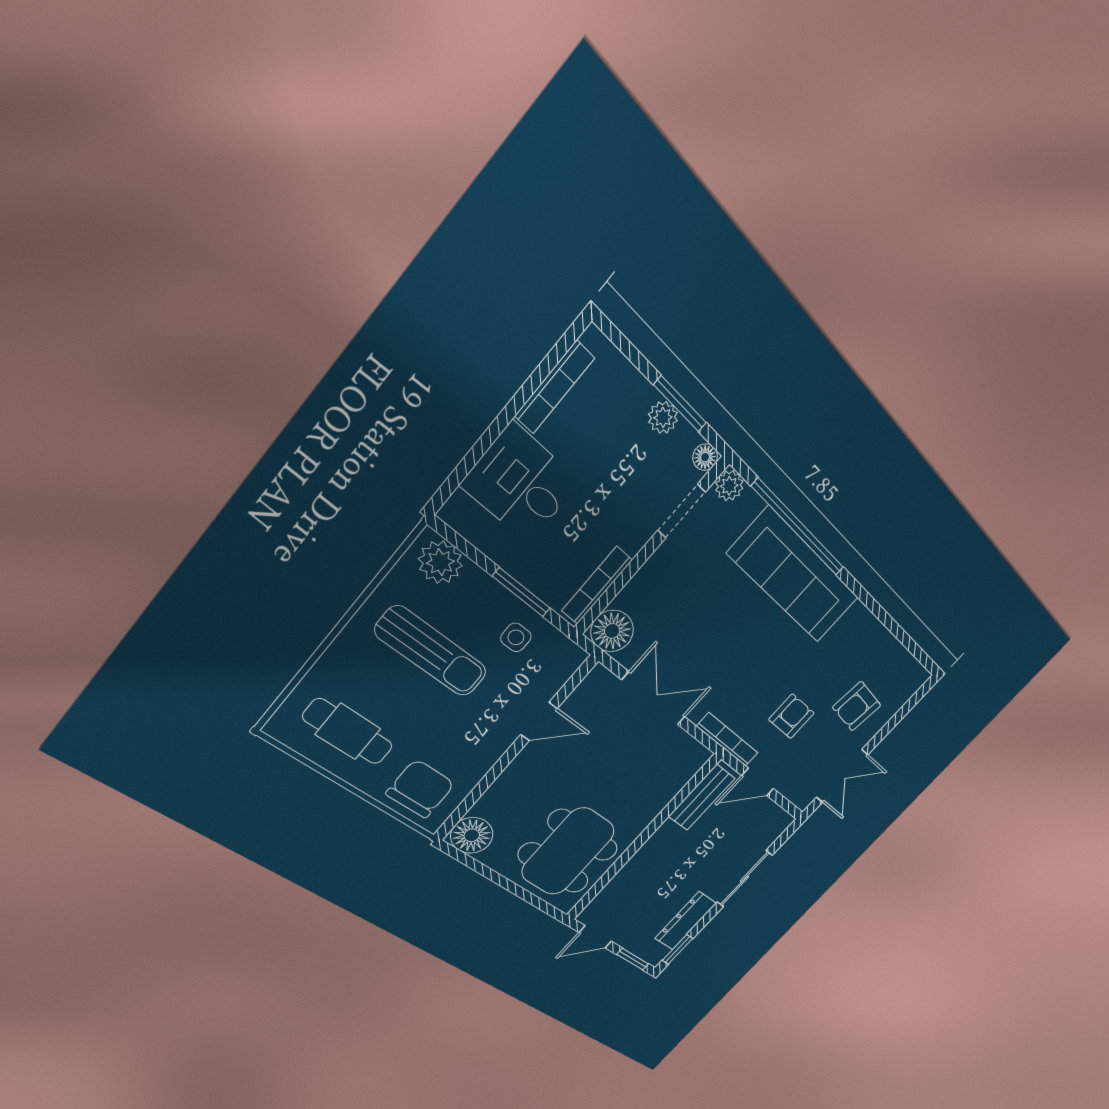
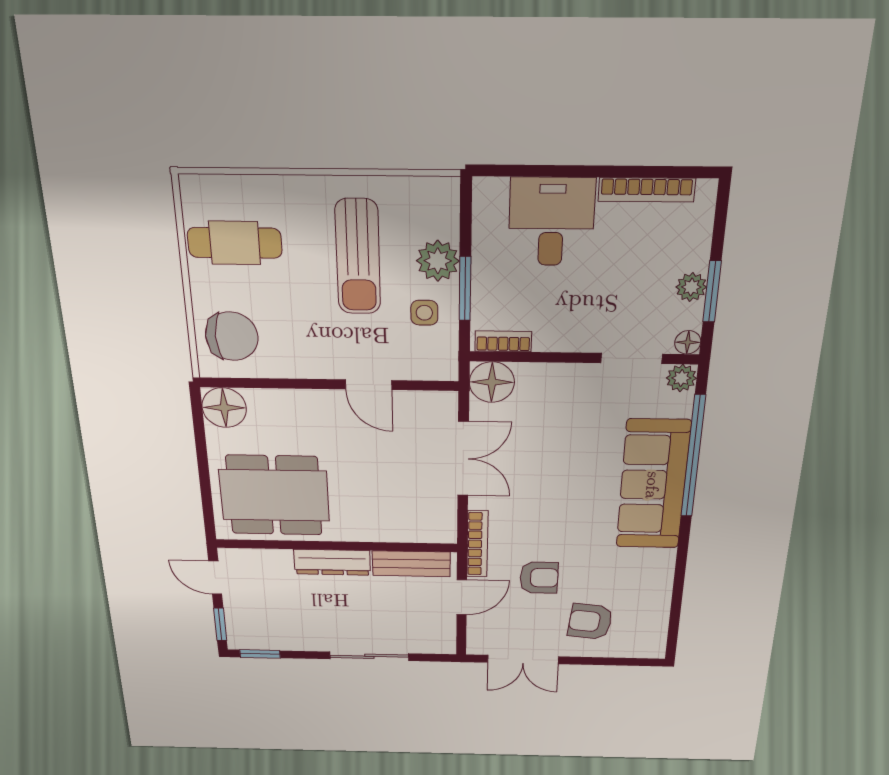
plant: (440, 562) -> (438, 261), moved
bookcase: (597, 585) -> (503, 341), width x0.64
cafe table: (348, 732) -> (235, 243), turned 90
door: (758, 782) -> (462, 597), swing flipped
dresser: (686, 921) -> (332, 562), moved, turned 180

